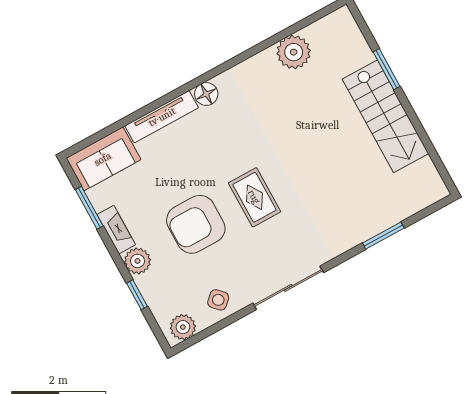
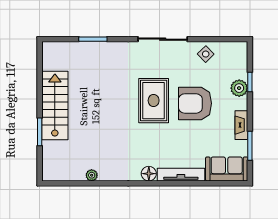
plant: (294, 52) -> (92, 175), width x0.53, depth x0.53
rug: (254, 197) -> (154, 101), width x1.36, depth x1.43
armchair: (196, 224) -> (195, 103), turned 180
plant: (137, 261) -> (239, 88), moved
plant: (183, 327) -> (234, 50), removed

